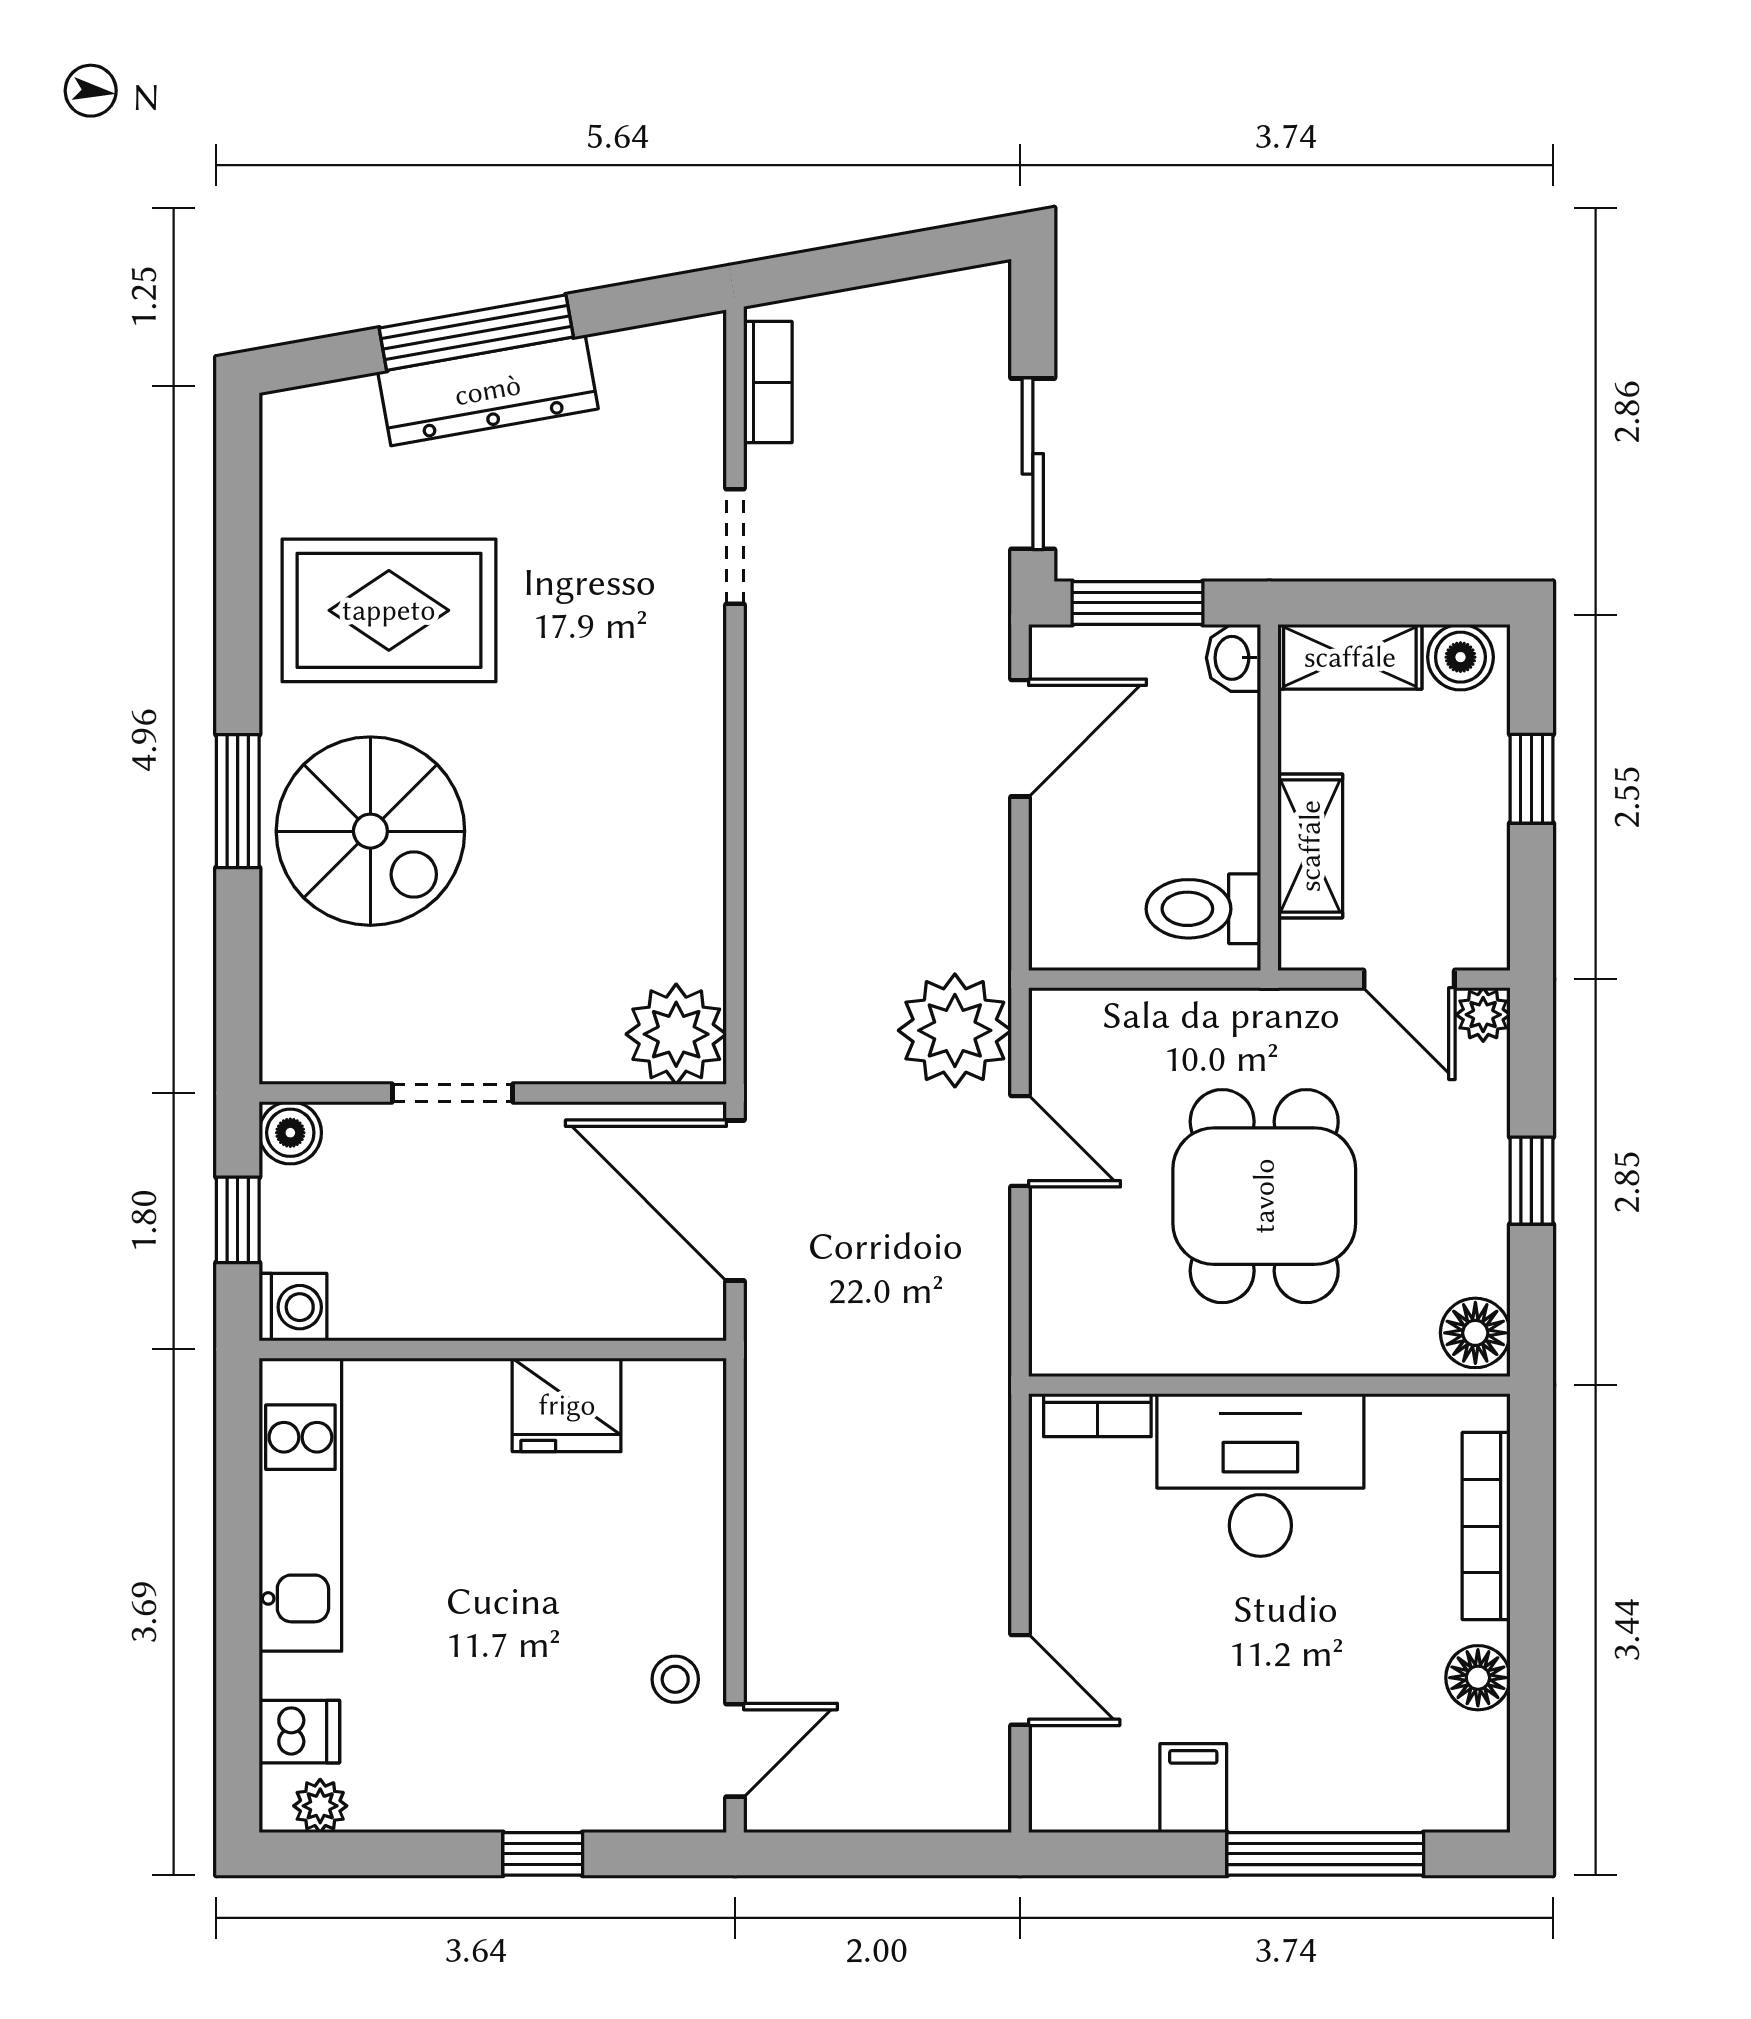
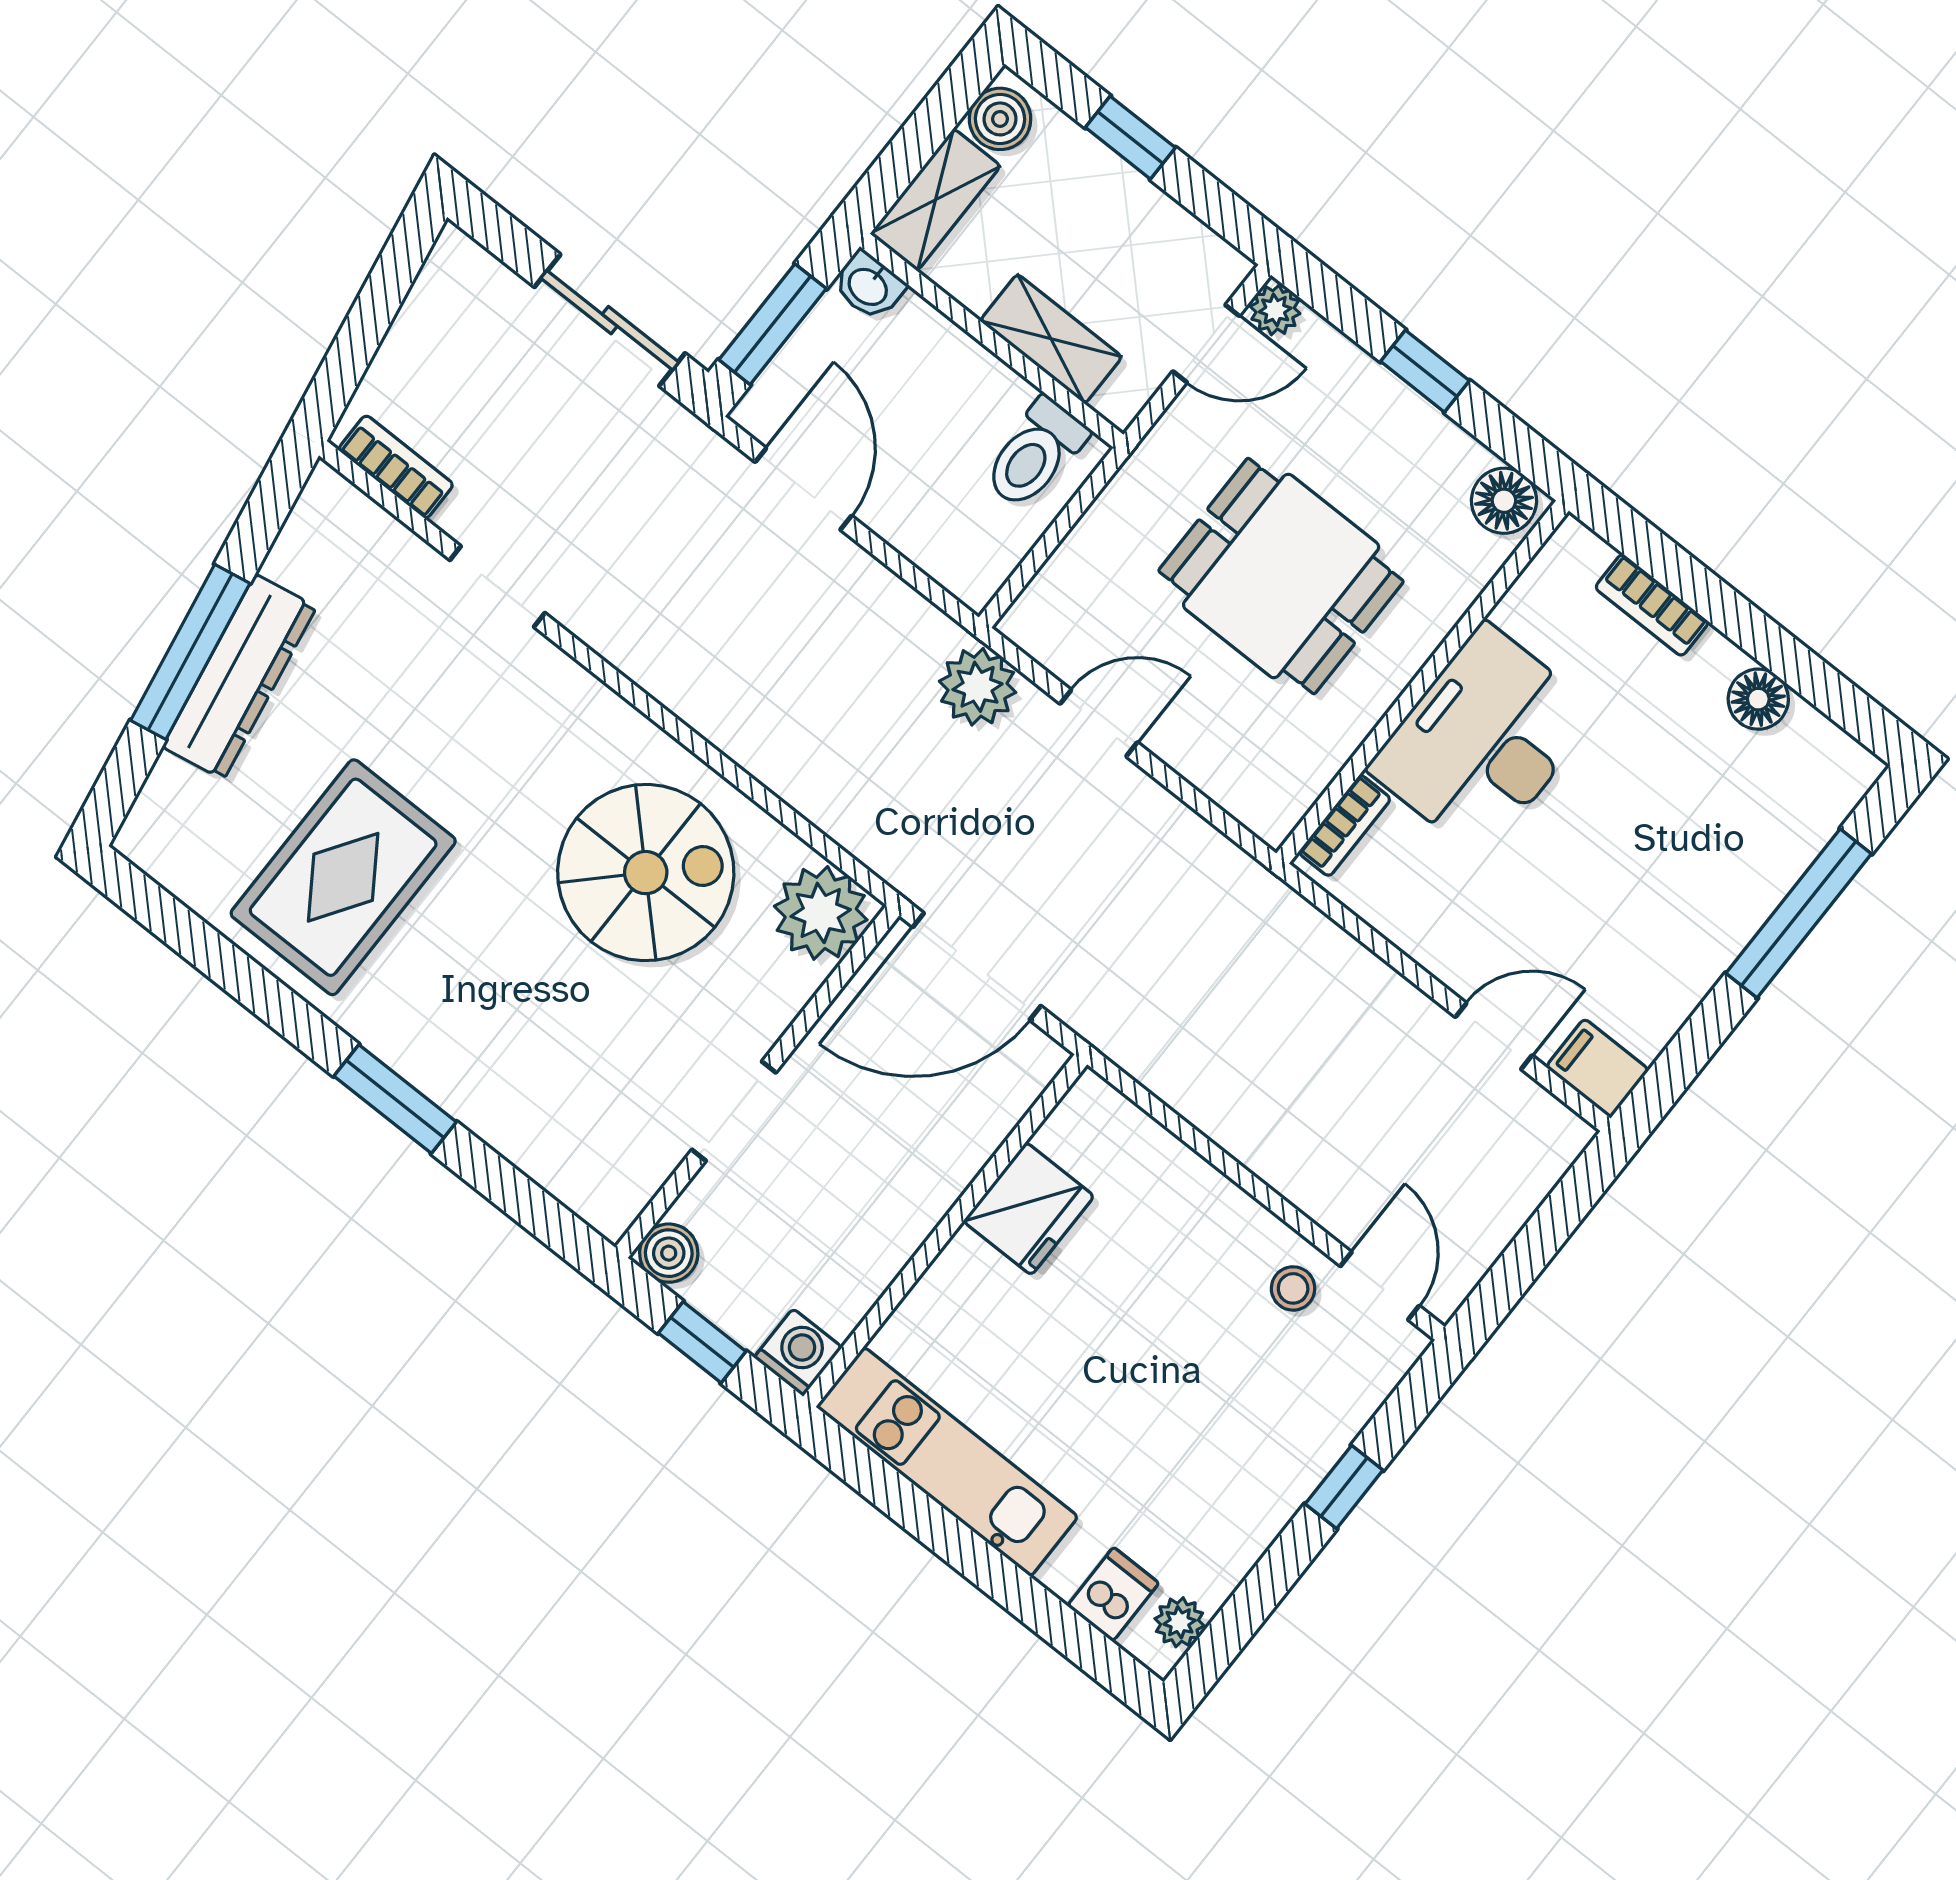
spiral stairs: (370, 831) -> (646, 873), moved
plant: (955, 1030) -> (978, 687), width x0.73, depth x0.73
bookcase: (1486, 1526) -> (1652, 605), width x0.64
filing cabinet: (1193, 1788) -> (1597, 1068), moved

